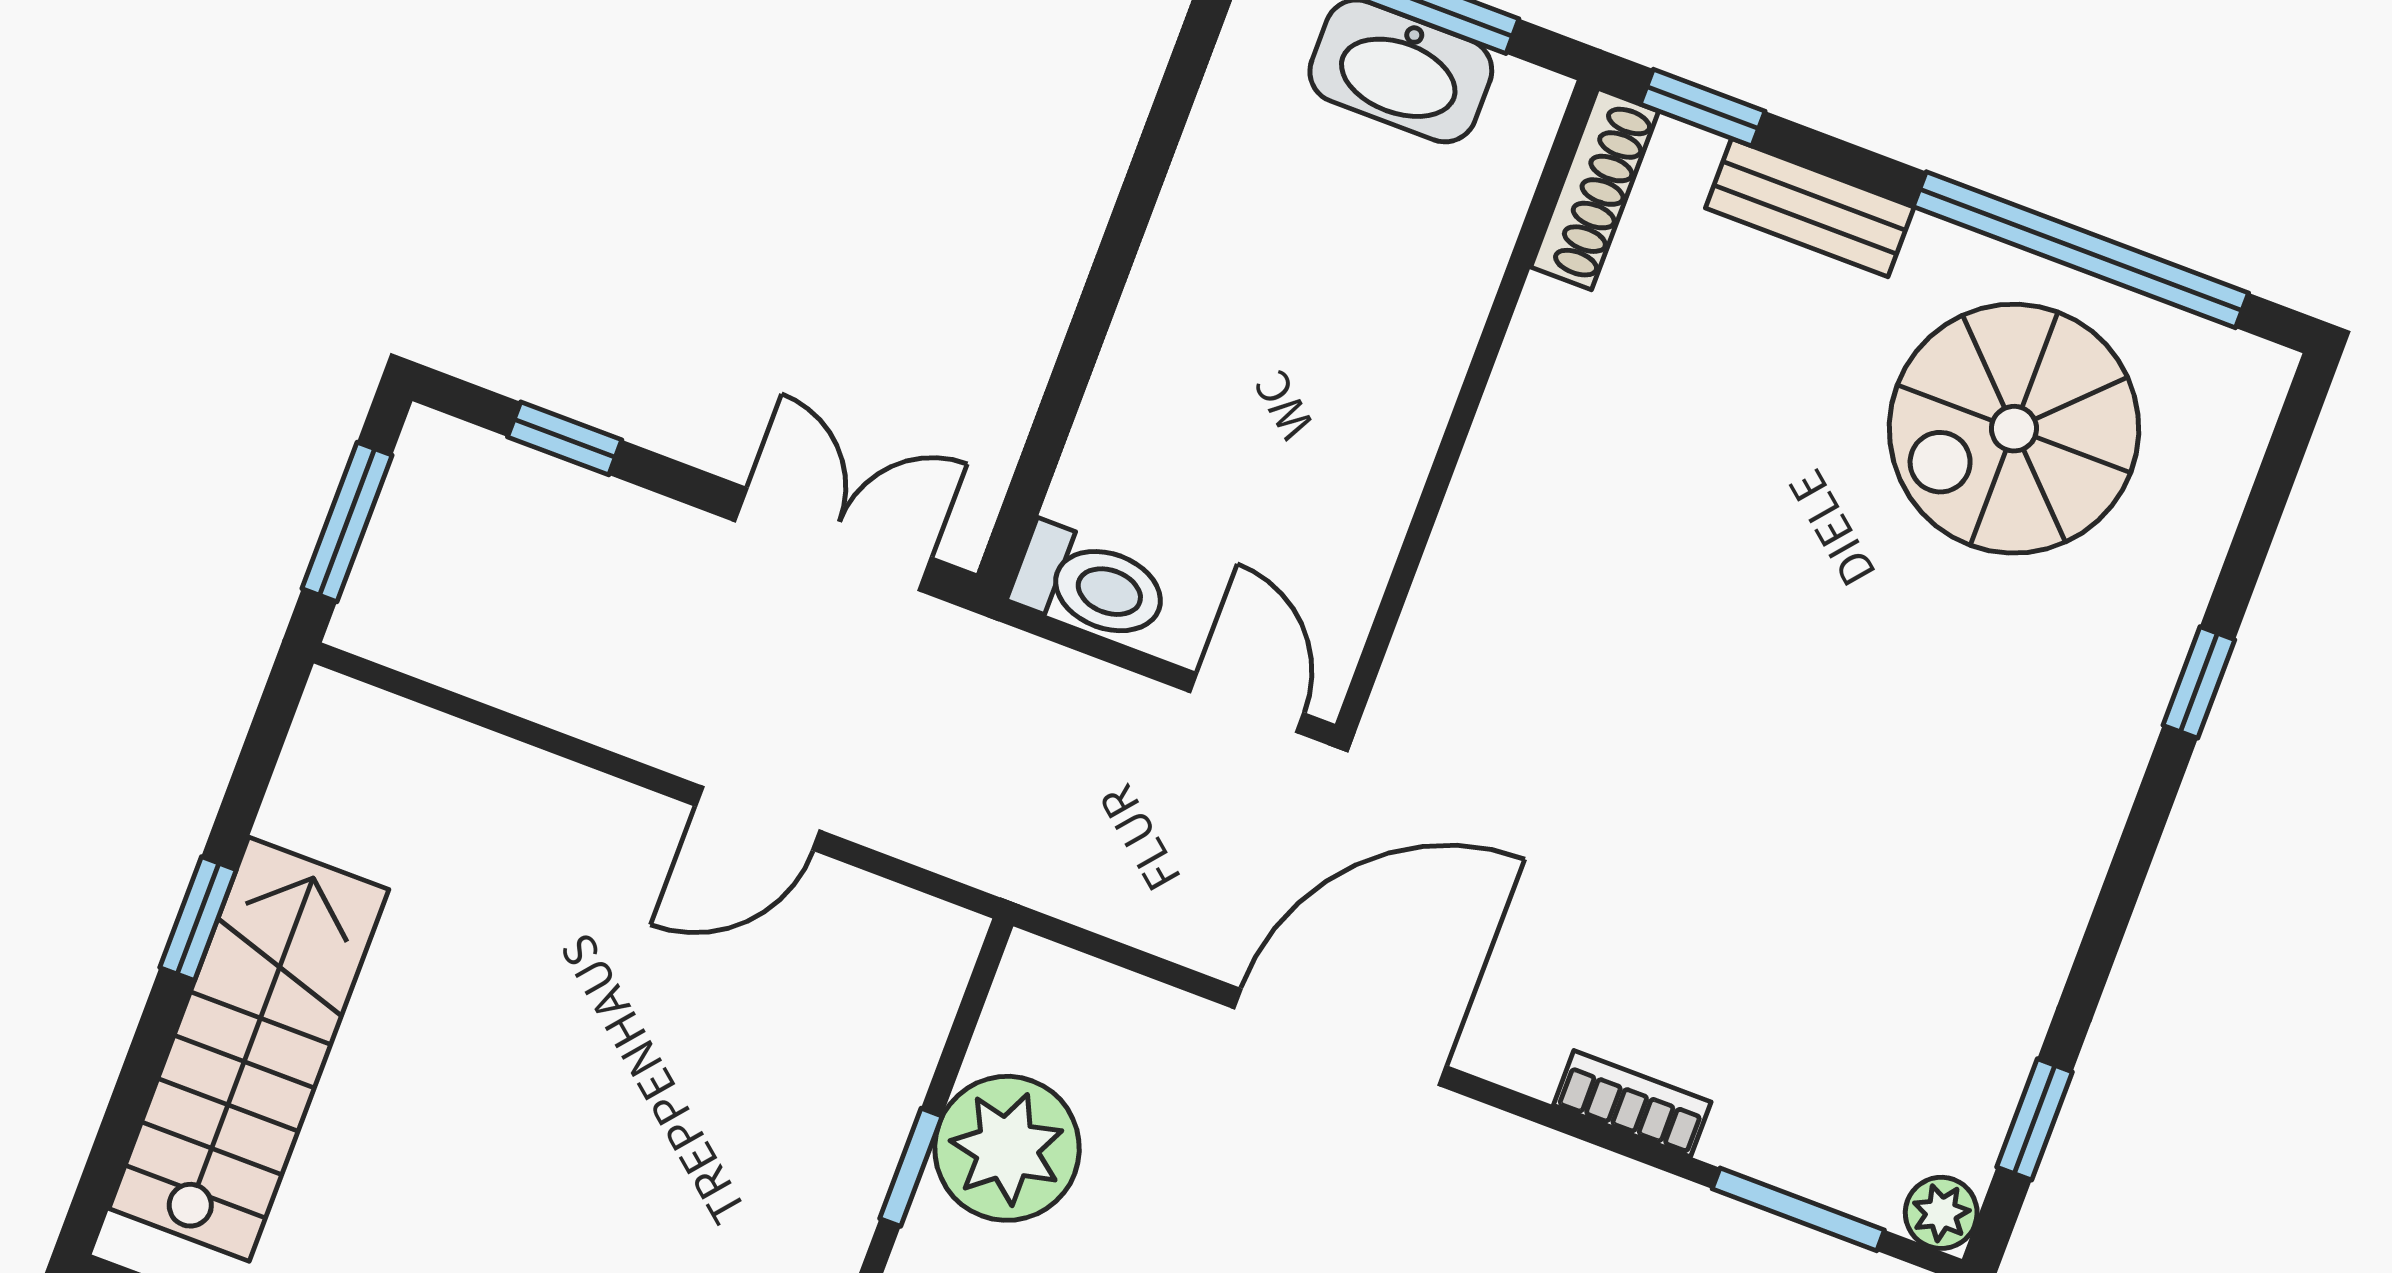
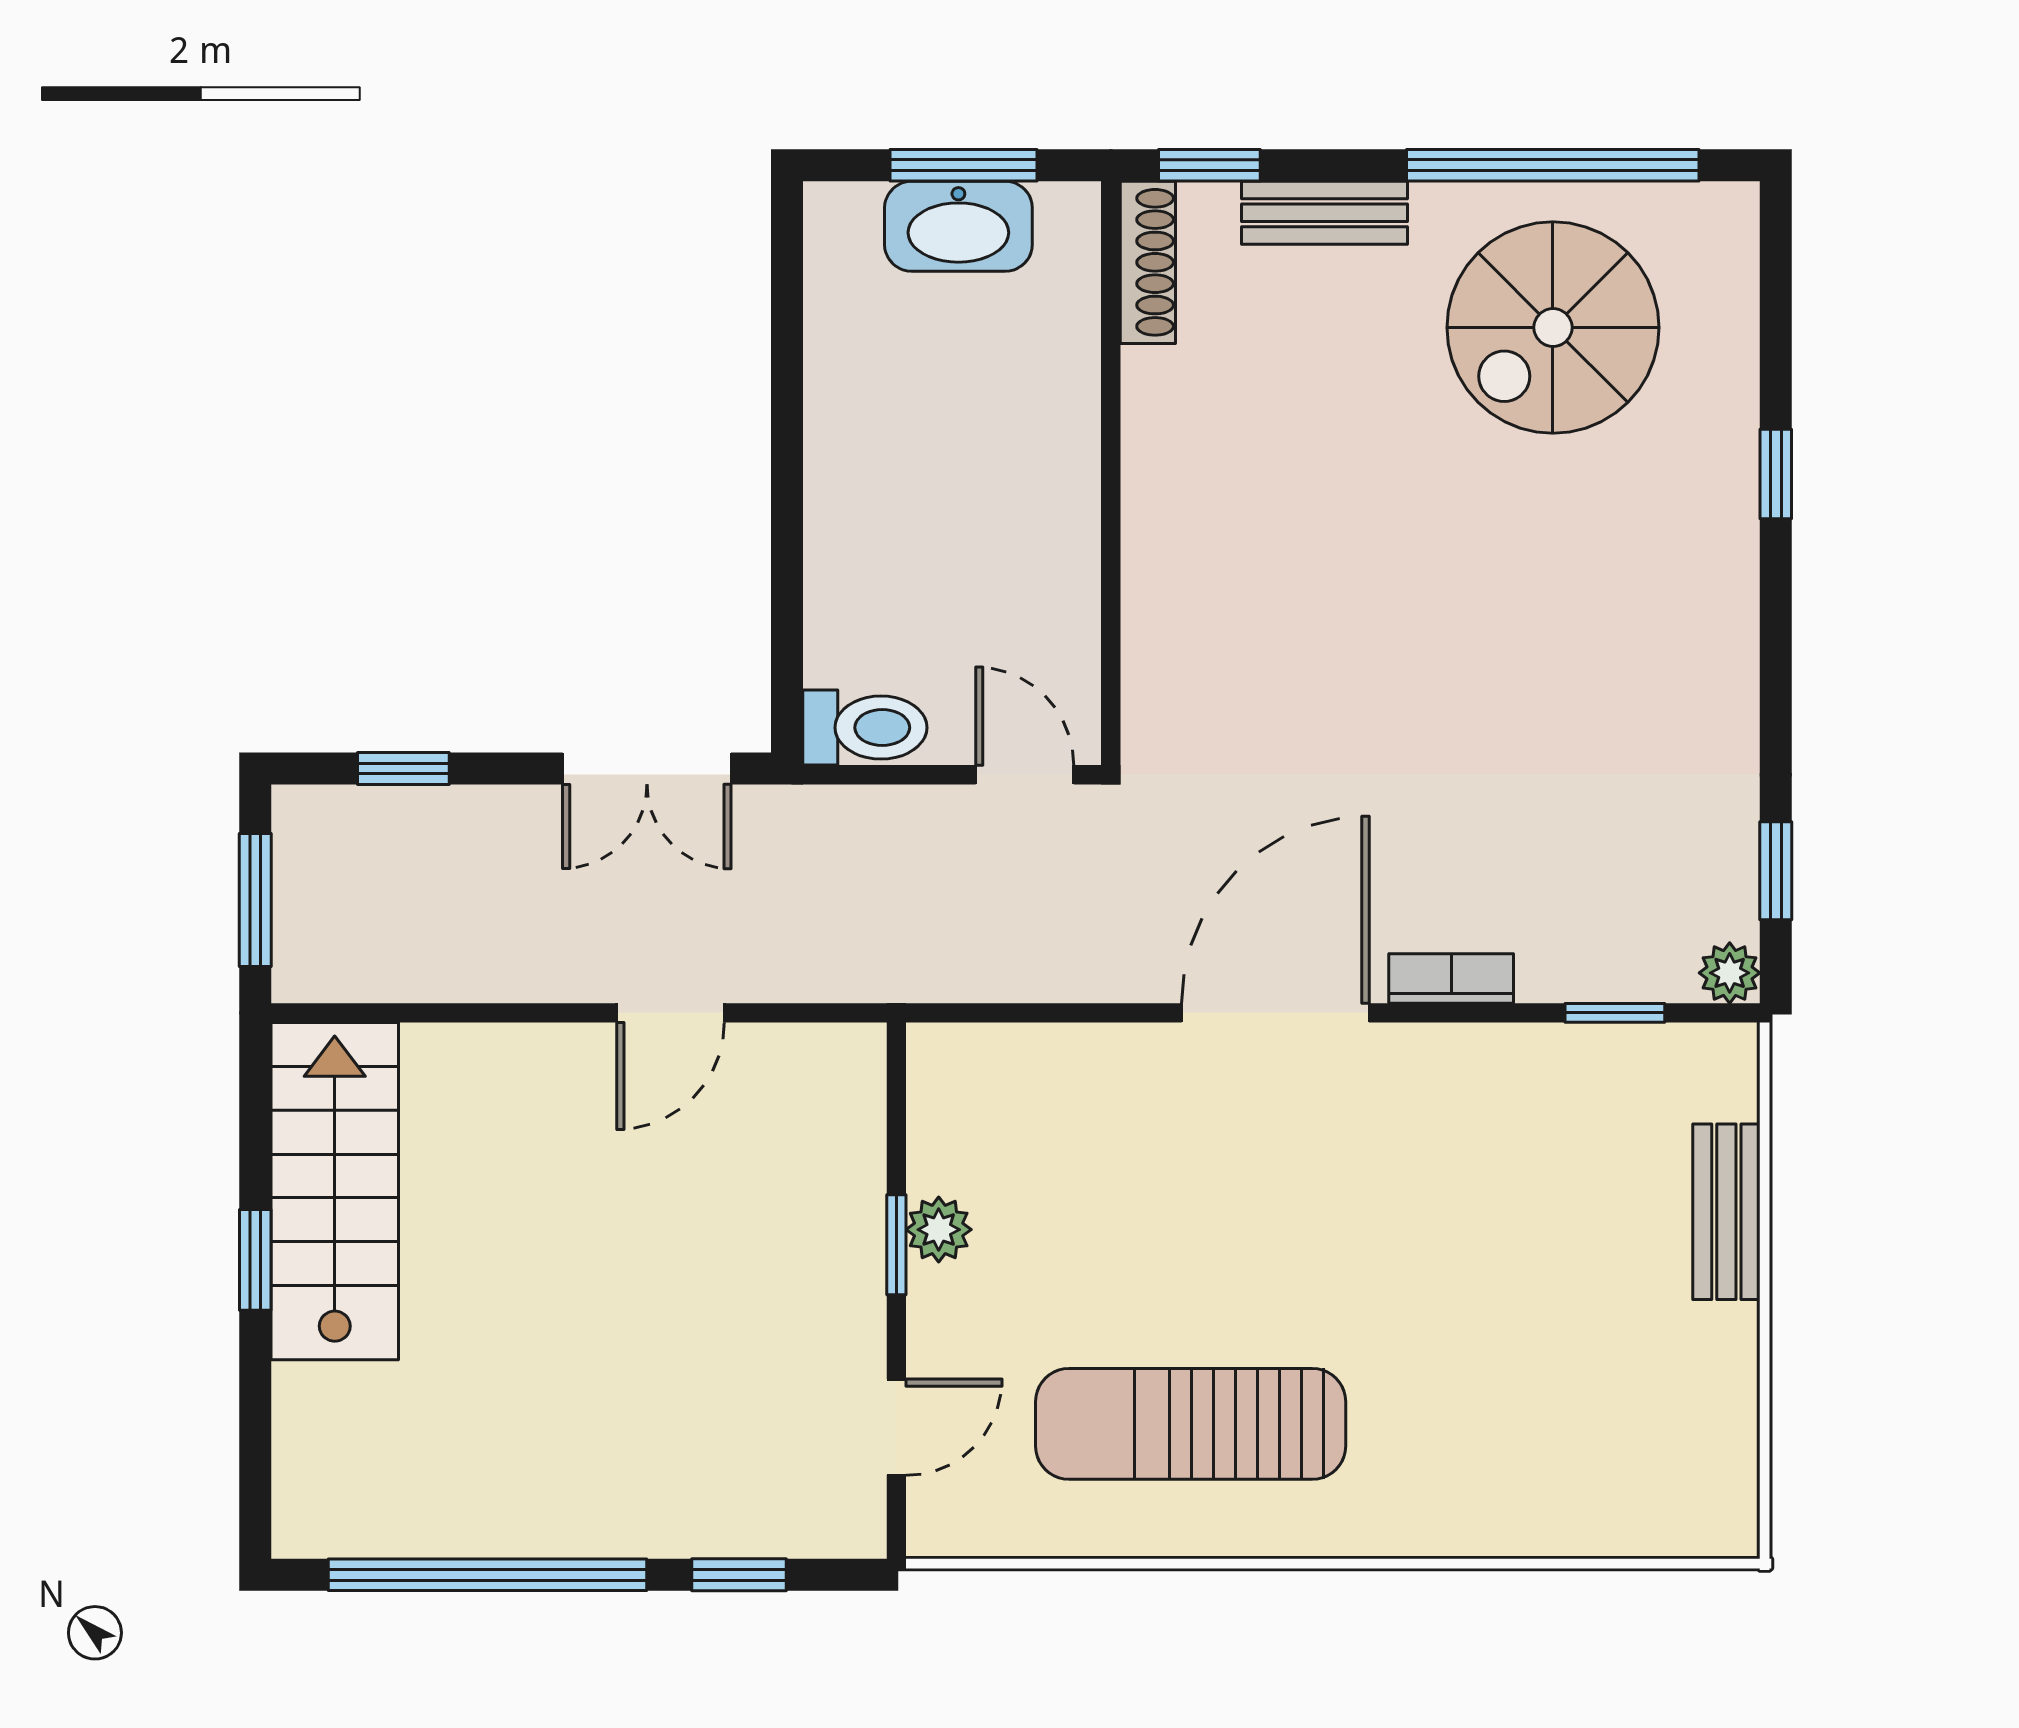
double door: (833, 539) -> (647, 768), swing flipped
door: (1340, 1037) -> (1275, 1013), moved
stairs: (249, 1049) -> (335, 1191), moved
plant: (1007, 1148) -> (939, 1230), width x0.53, depth x0.53
window: (1798, 1209) -> (1615, 1013), width x0.67

